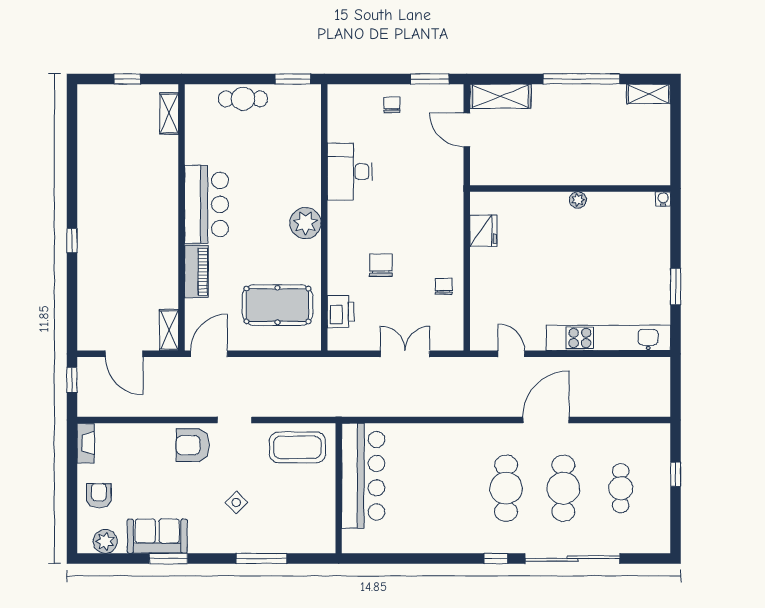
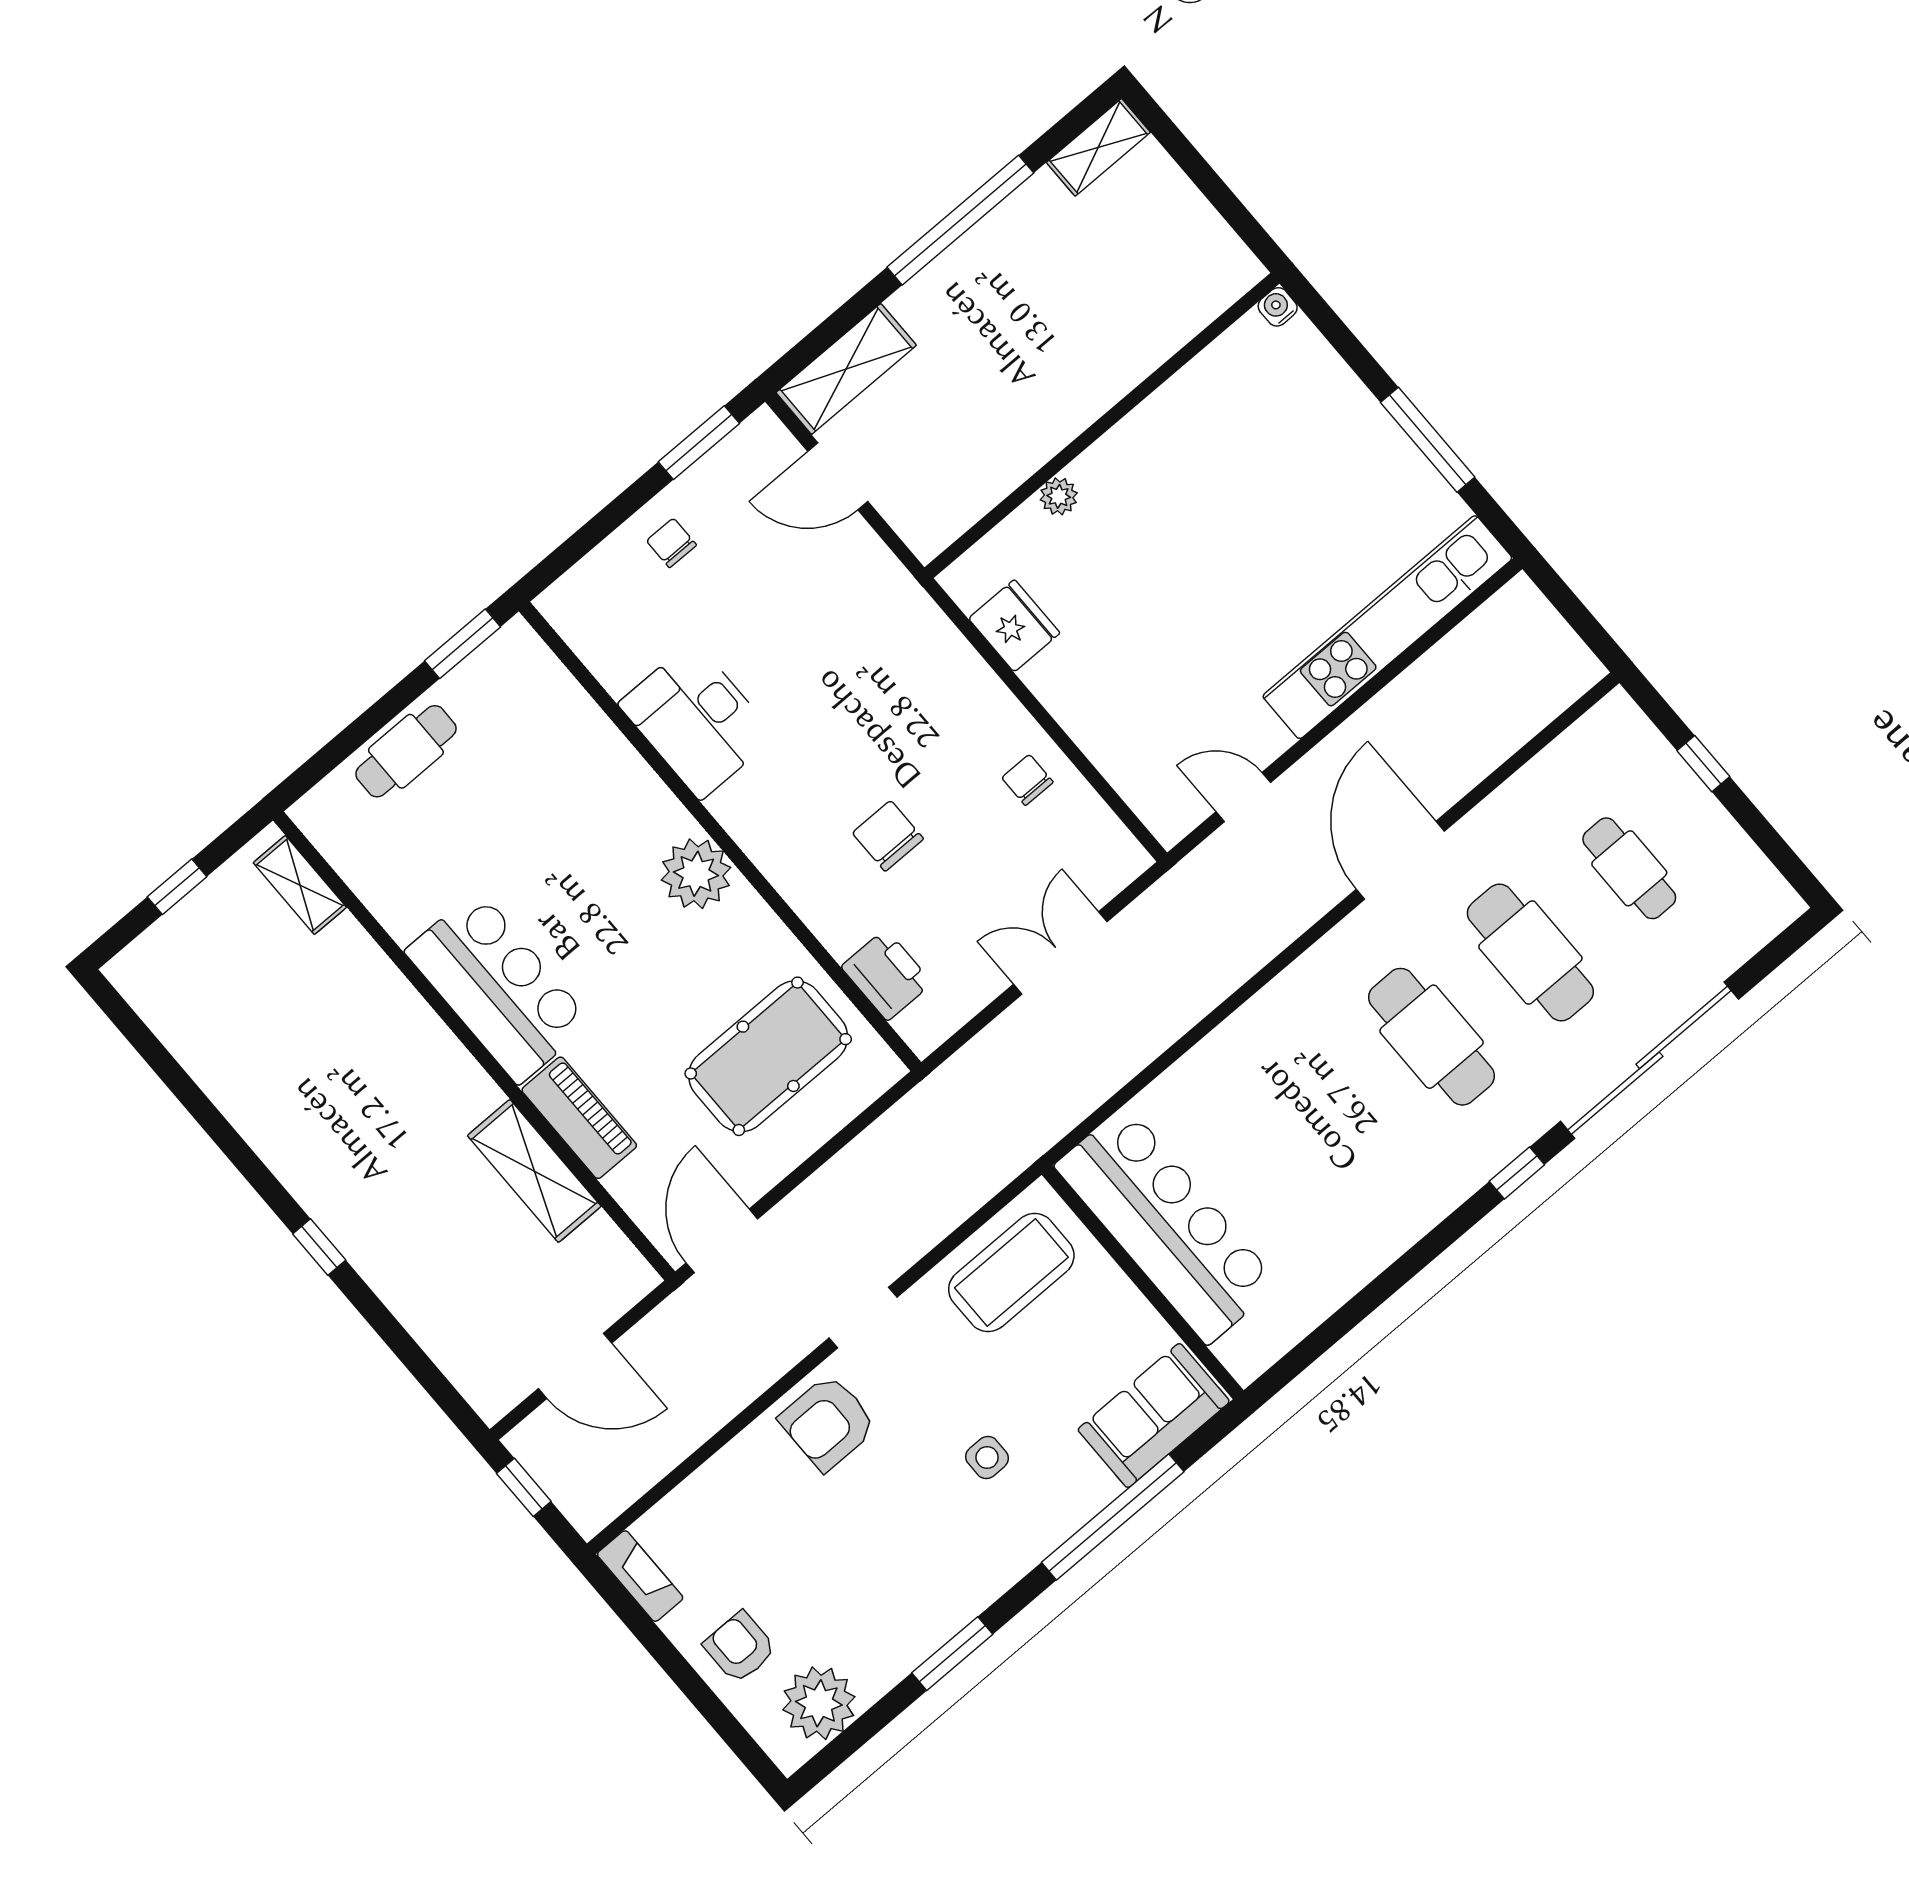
plant: (578, 200) -> (1059, 496), moved
window: (676, 286) -> (1428, 440), width x1.44
shelving: (169, 330) -> (534, 1171), moved, width x1.50, depth x1.33
side table: (236, 503) -> (987, 1457), turned 45
sofa: (157, 536) -> (1154, 1416), moved
plant: (105, 541) -> (819, 1703), width x1.36, depth x1.36
window: (261, 558) -> (1113, 1517), width x1.46

